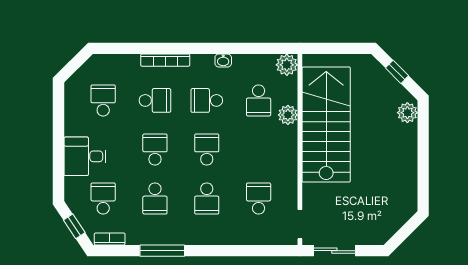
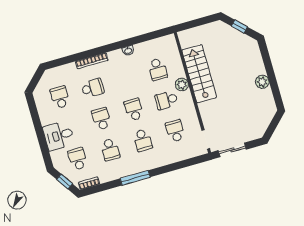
plant: (287, 65) -> (169, 42), removed
school desk: (207, 100) -> (166, 100), moved
plant: (407, 113) -> (262, 82), moved
plant: (288, 115) -> (182, 85), moved
stairs: (326, 124) -> (199, 74), width x0.73, depth x0.66
window: (162, 251) -> (135, 178), moved

